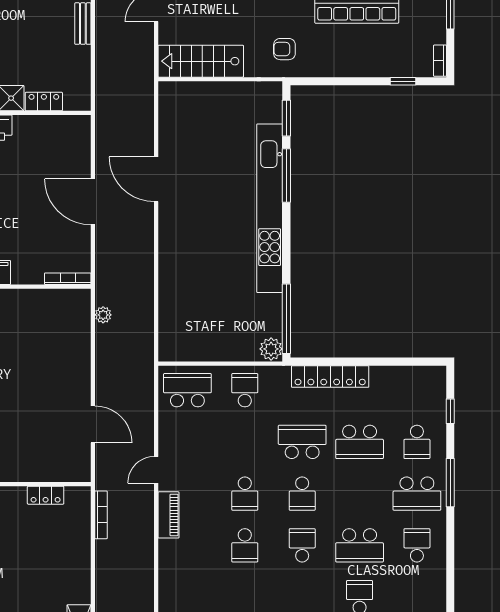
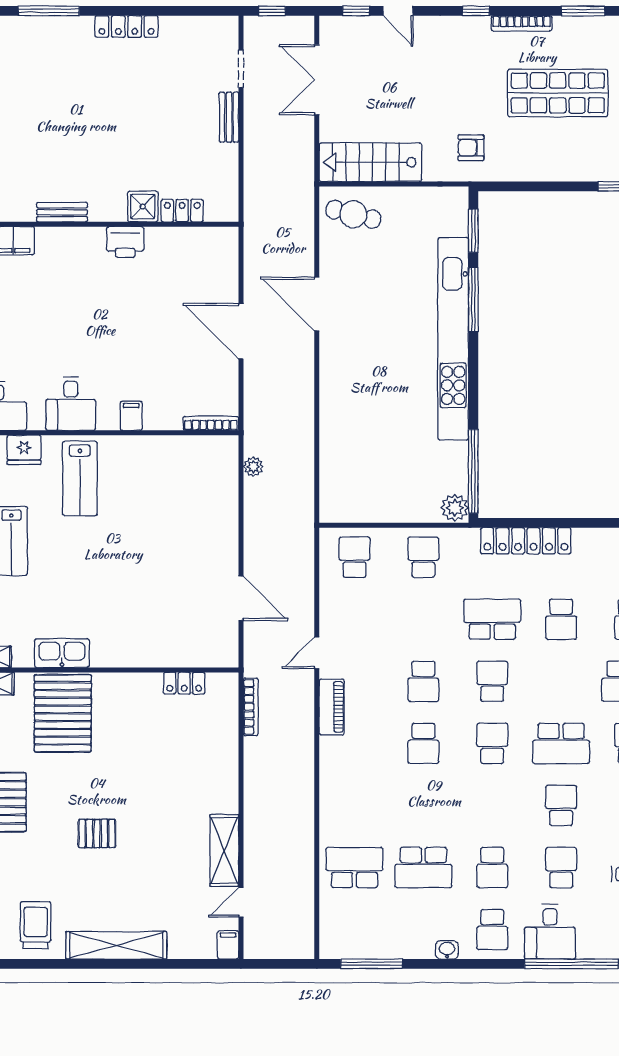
cafe table: (186, 105) -> (353, 214), added
school desk: (187, 390) -> (354, 557), width x0.54
school desk: (360, 442) -> (561, 619), width x0.54
school desk: (302, 494) -> (492, 681), turned 180

